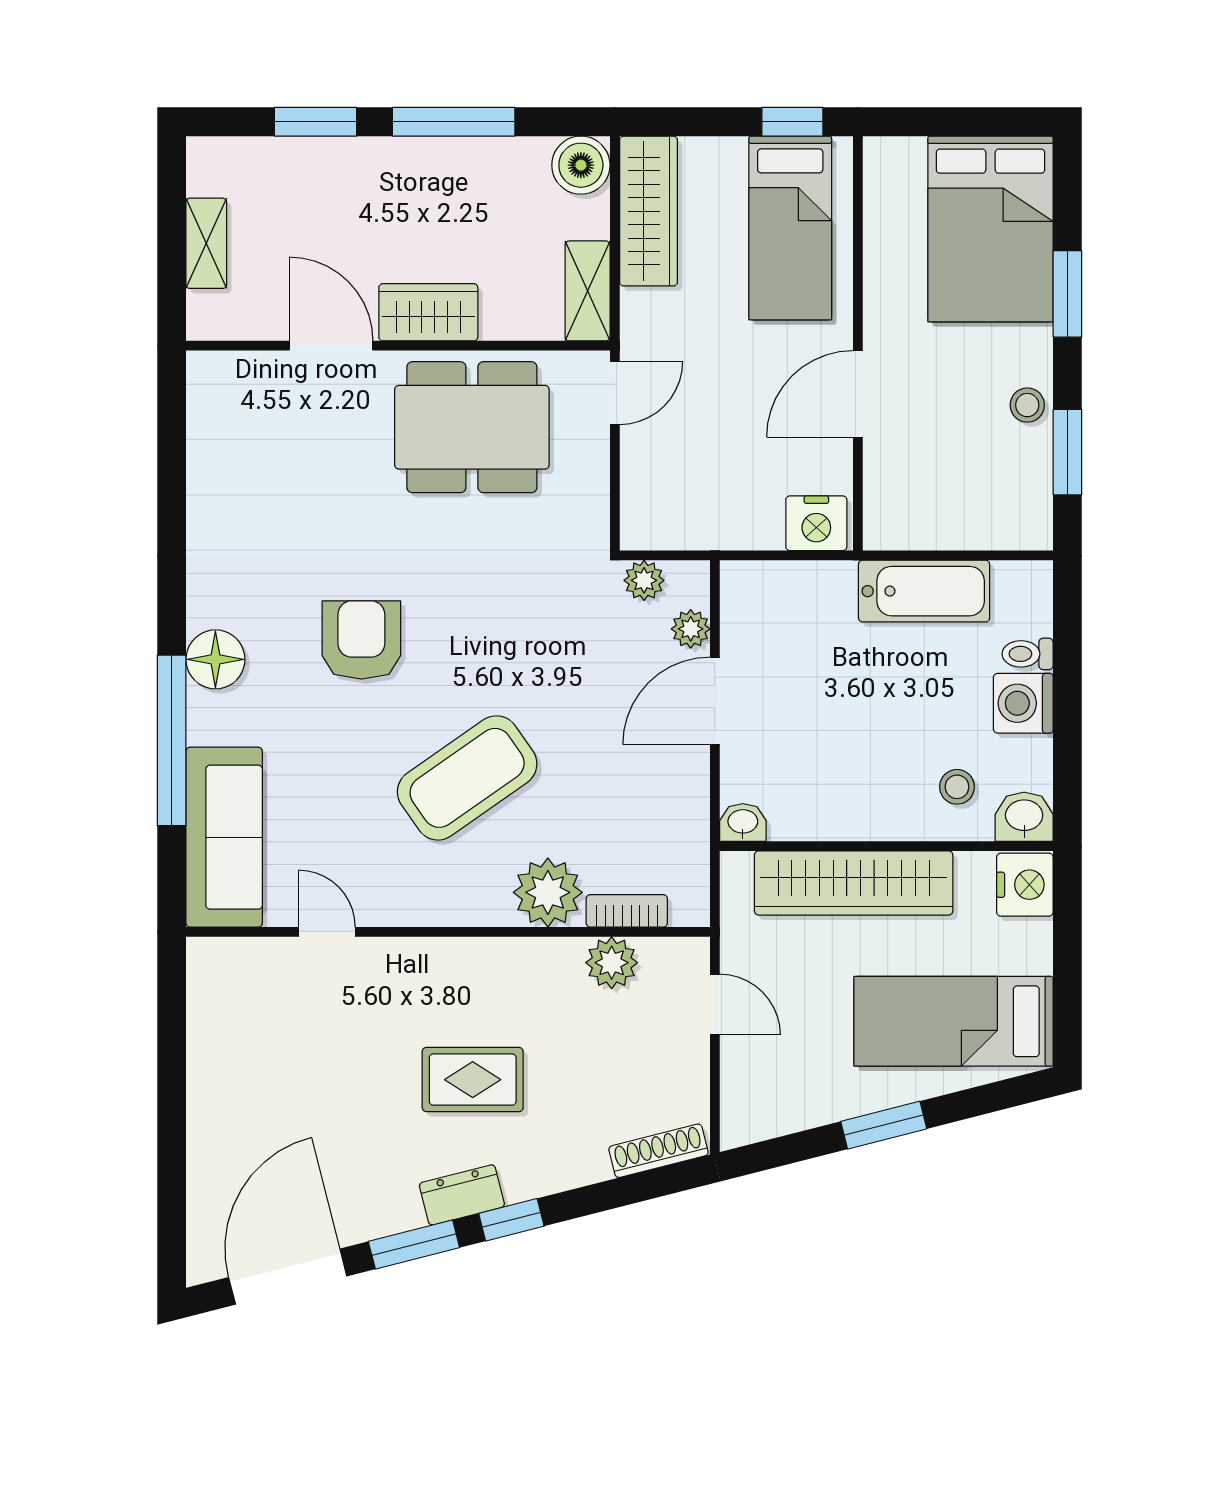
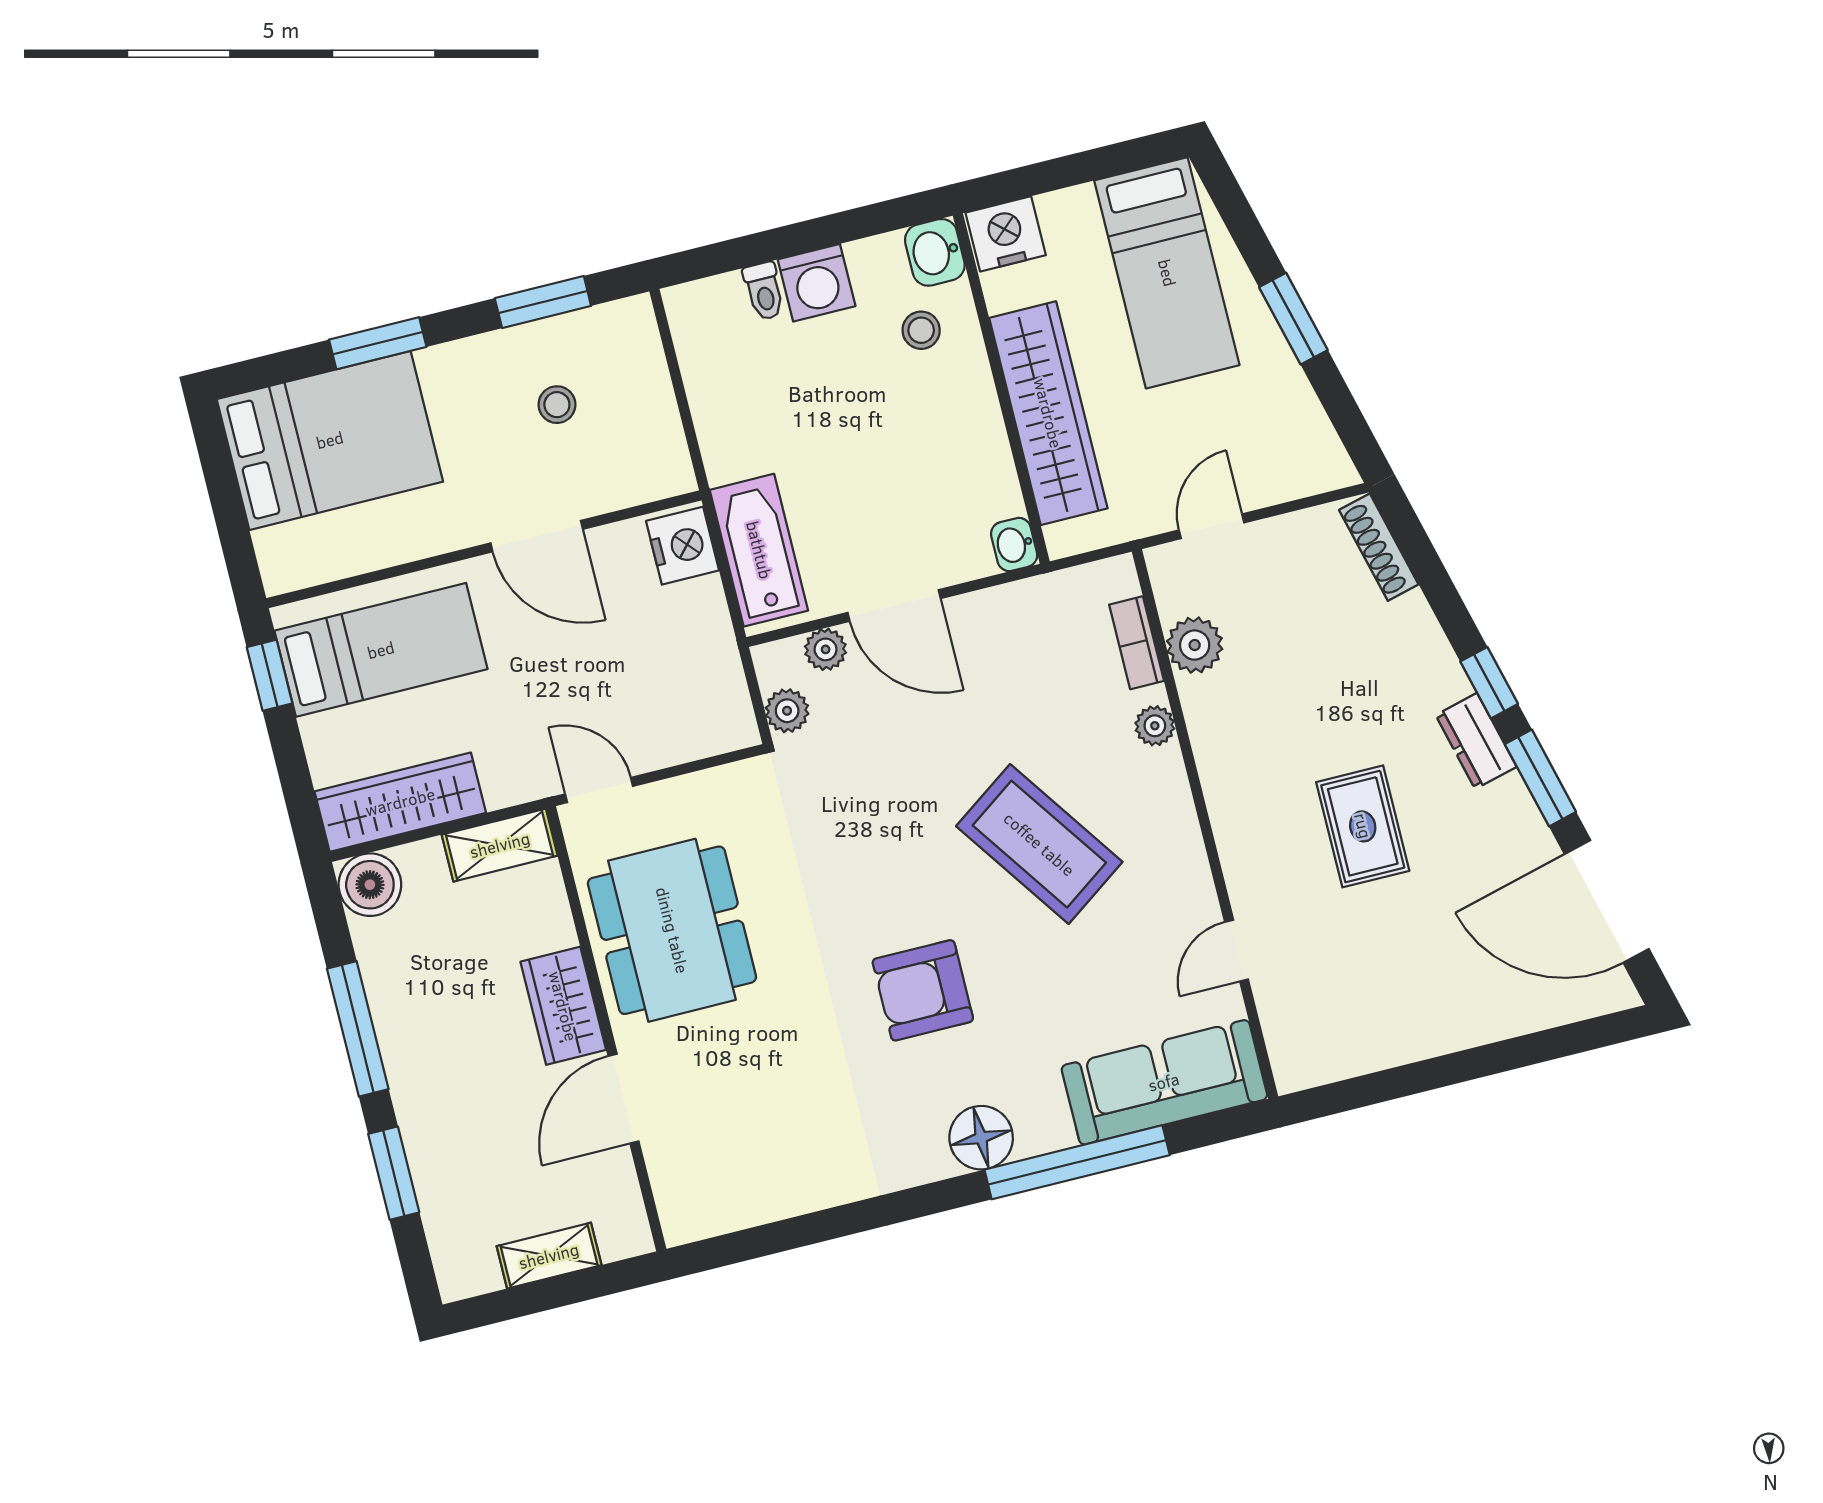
stool: (1027, 405) -> (557, 405), moved
bathtub: (924, 591) -> (759, 550), moved
plant: (548, 892) -> (1155, 726), width x0.53, depth x0.53
rug: (473, 1080) -> (1363, 826), moved

